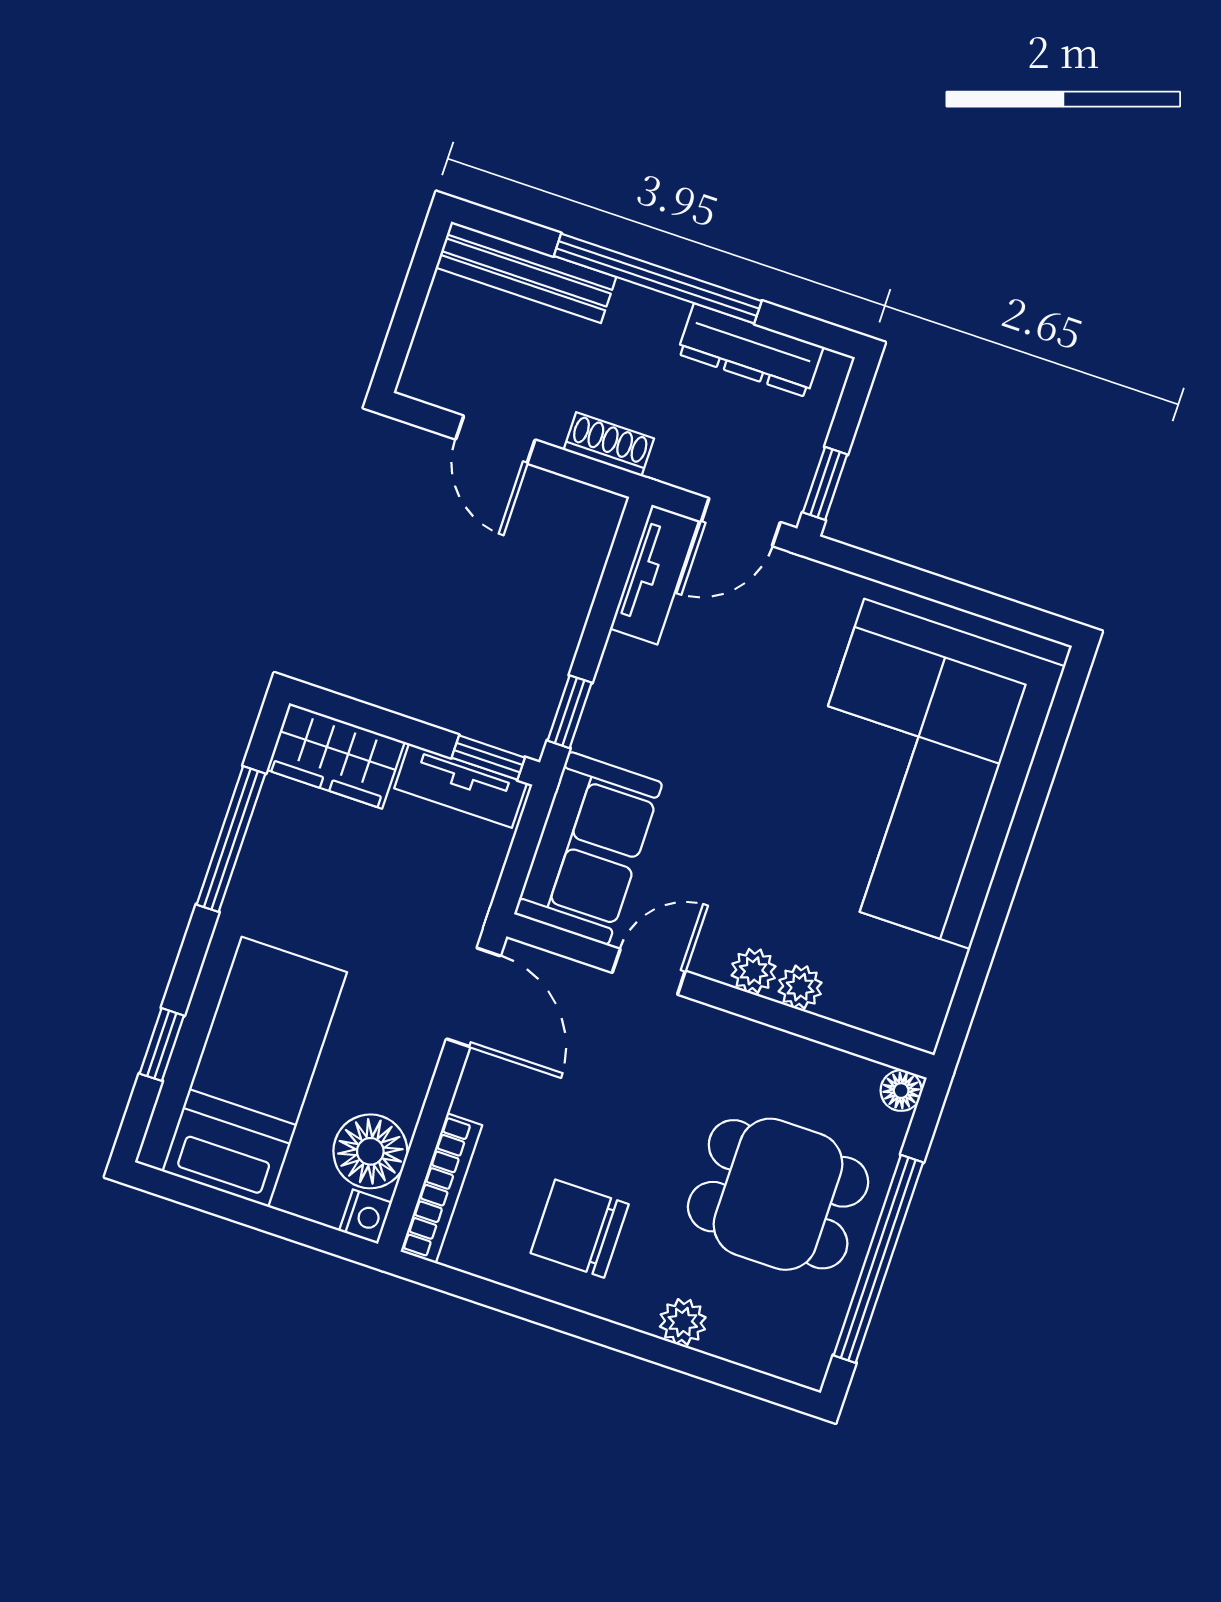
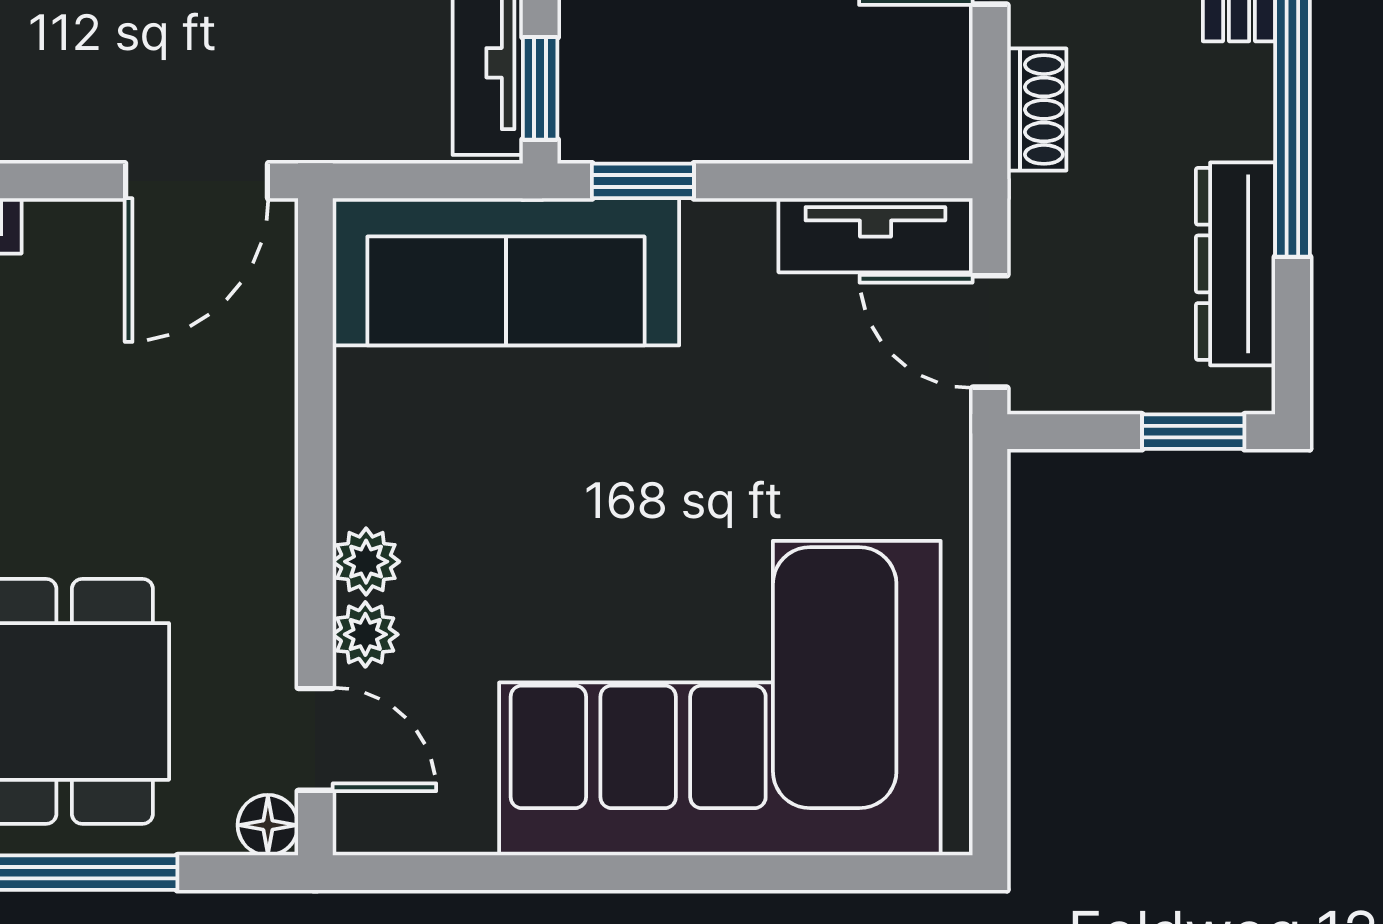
window: (825, 483) -> (1193, 432), moved
sofa: (588, 848) -> (506, 272), width x1.36
door: (649, 972) -> (315, 739), moved

